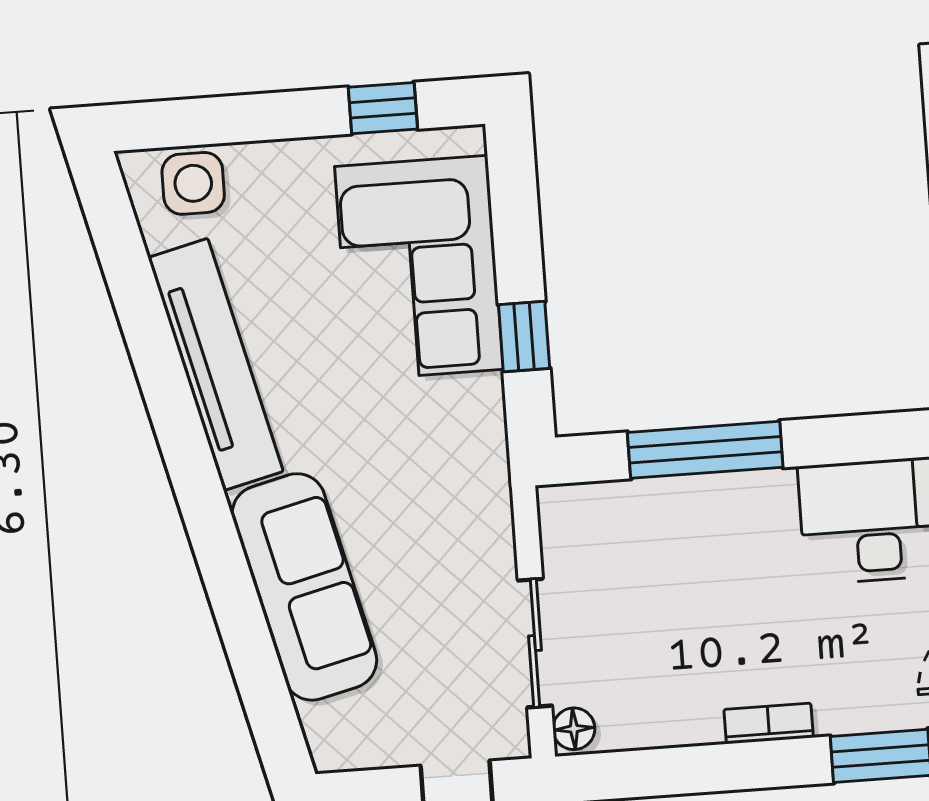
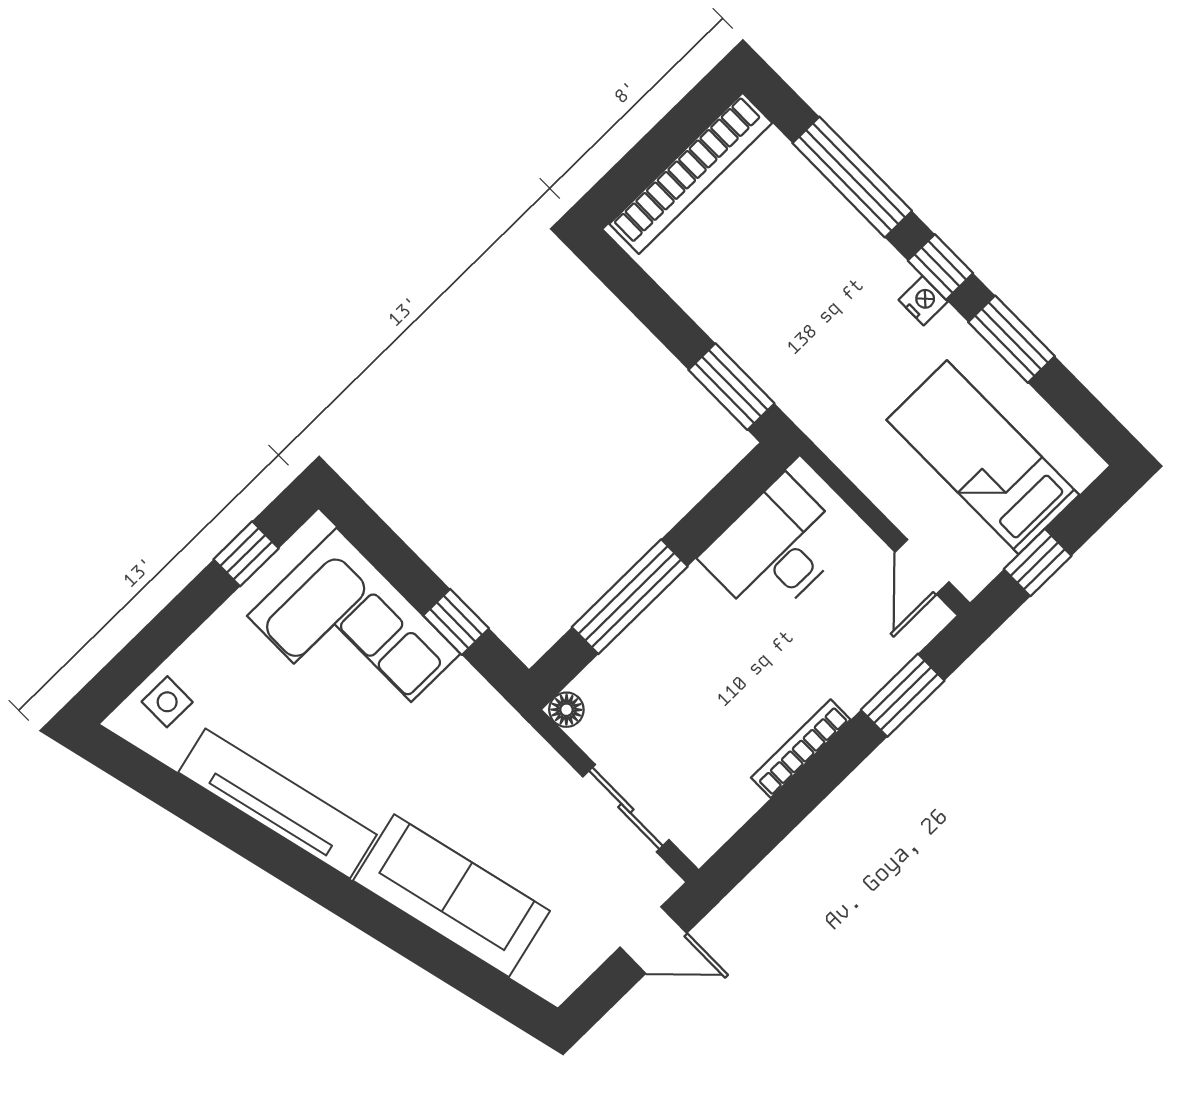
side table: (193, 183) -> (167, 702), width x0.73, depth x0.73
bookcase: (769, 723) -> (801, 749), width x1.56
floor lamp: (574, 729) -> (566, 710), moved

